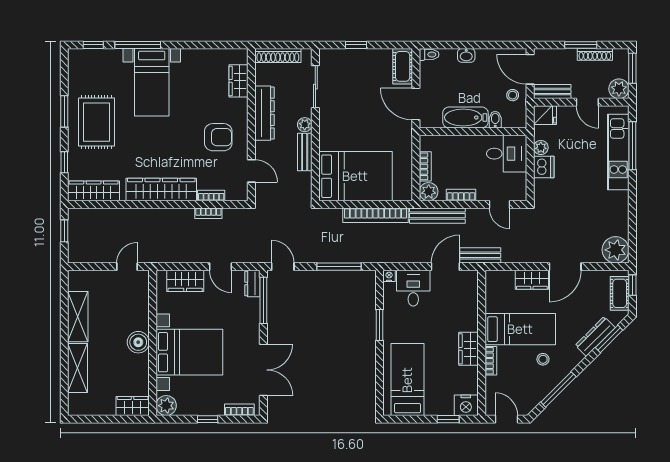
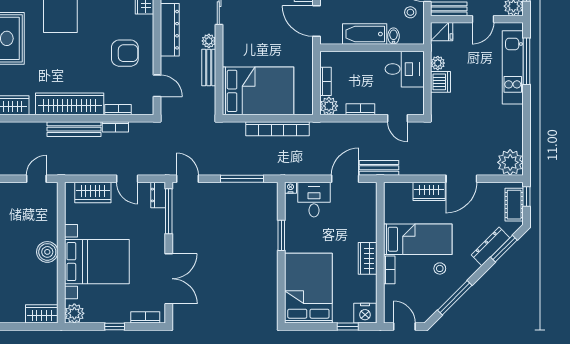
door: (587, 102) -> (483, 19), hinge flipped
bench: (437, 216) -> (74, 129), moved
bed: (407, 380) -> (308, 288), width x1.50

